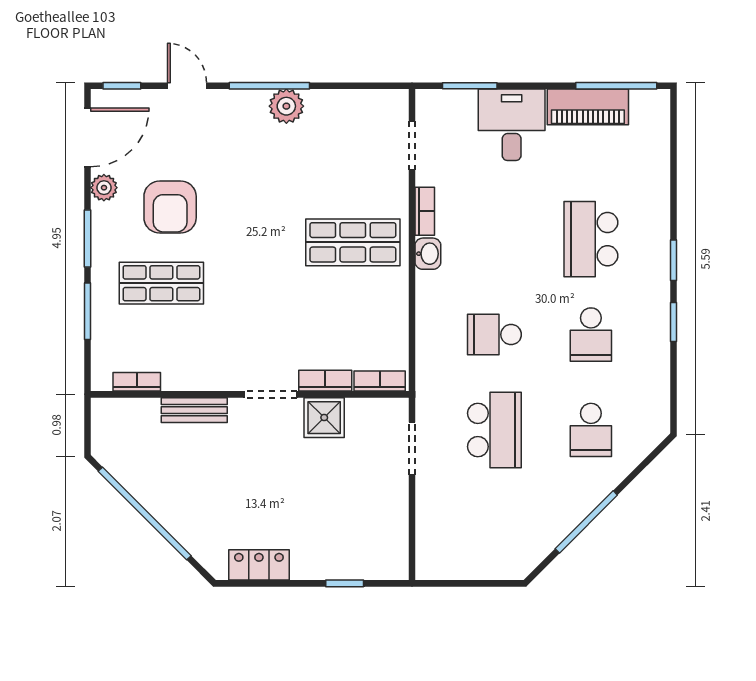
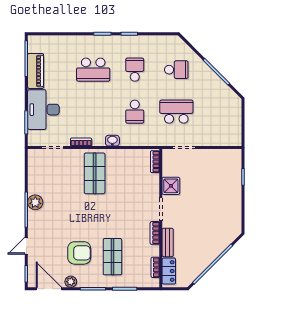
desk: (512, 125) -> (43, 110), width x1.37
washbasin: (428, 254) -> (112, 141), moved
school desk: (591, 335) -> (135, 70), turned -90
bookcase: (325, 381) -> (155, 233), moved
locker: (259, 565) -> (169, 271), moved, turned 180

